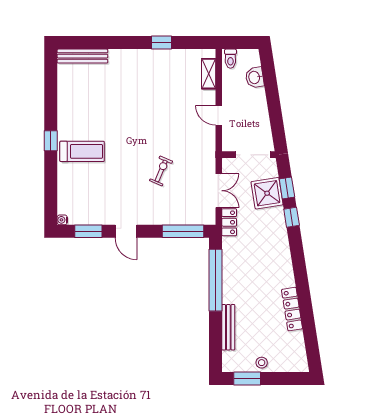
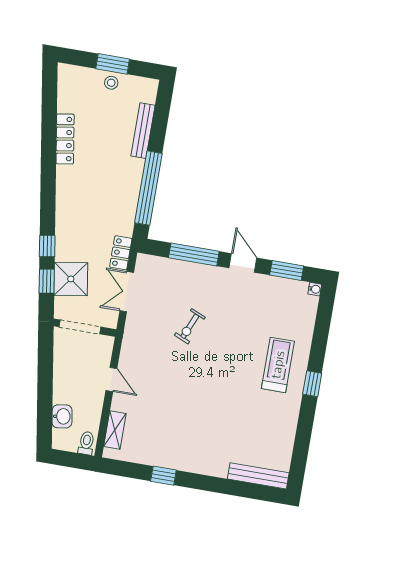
treadmill: (82, 151) -> (278, 365), turned 90
window: (183, 231) -> (194, 254), moved
window: (247, 379) -> (113, 64), moved

